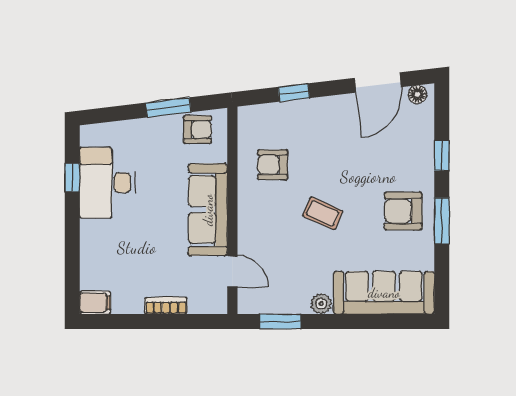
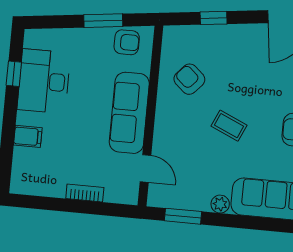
armchair: (273, 165) -> (189, 79), turned 42
filing cabinet: (95, 303) -> (28, 136), moved

